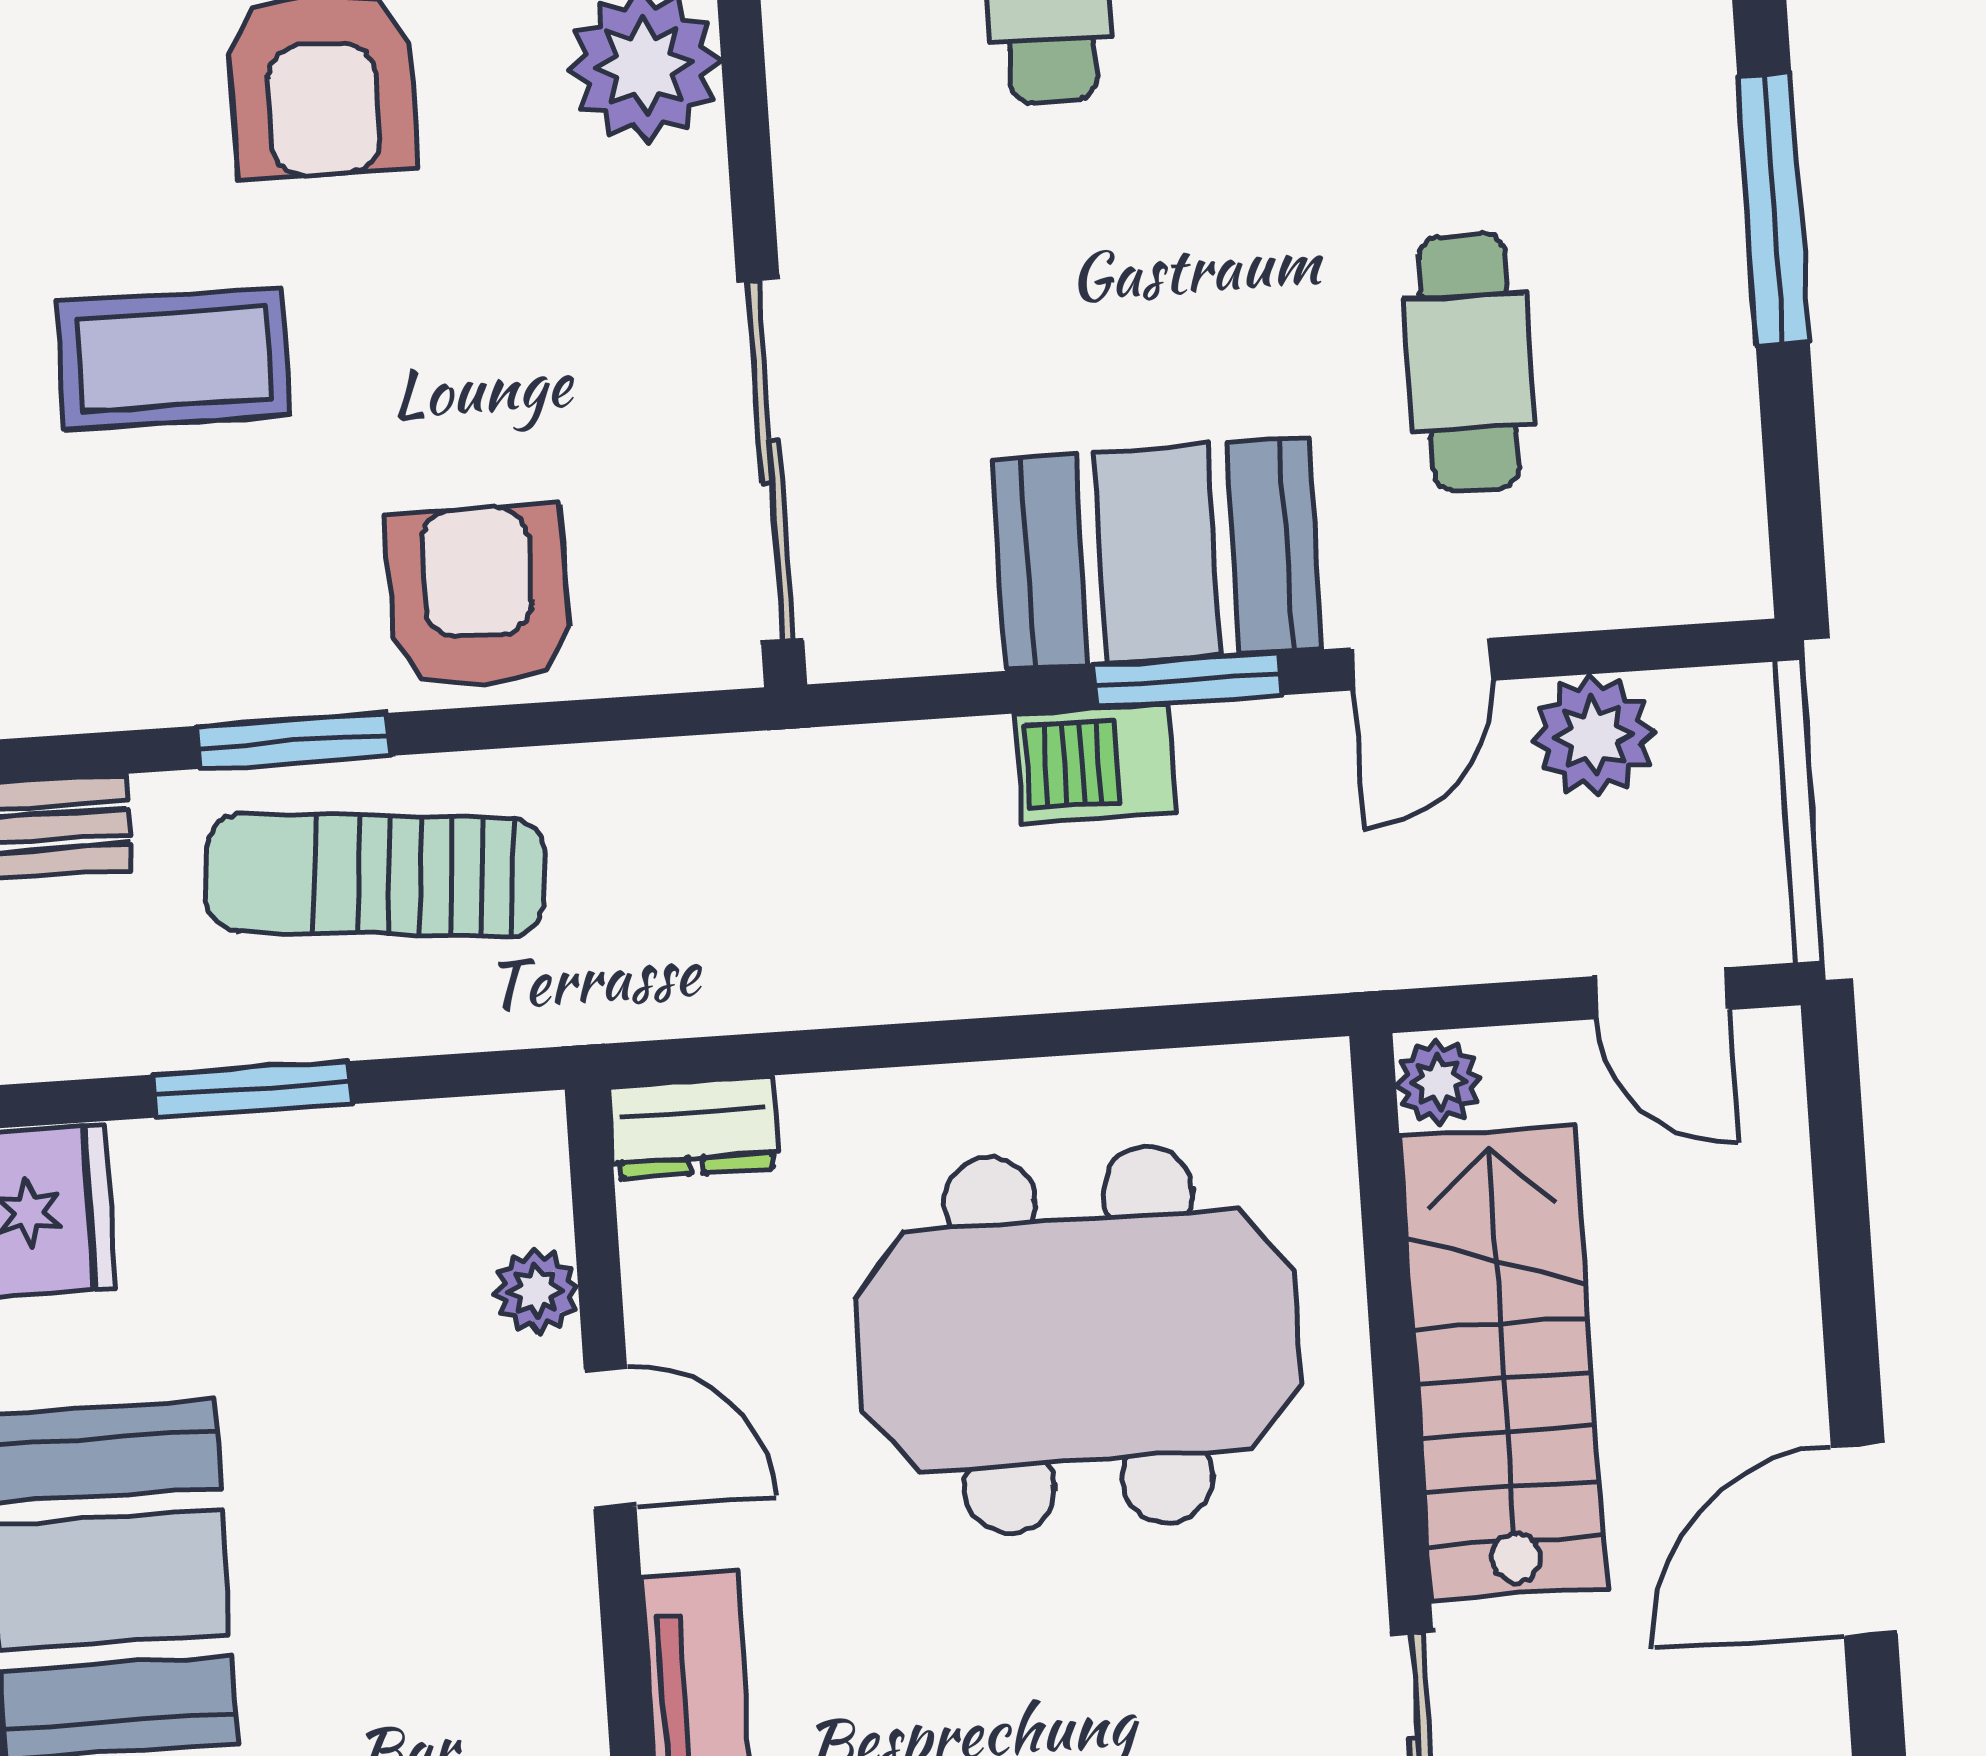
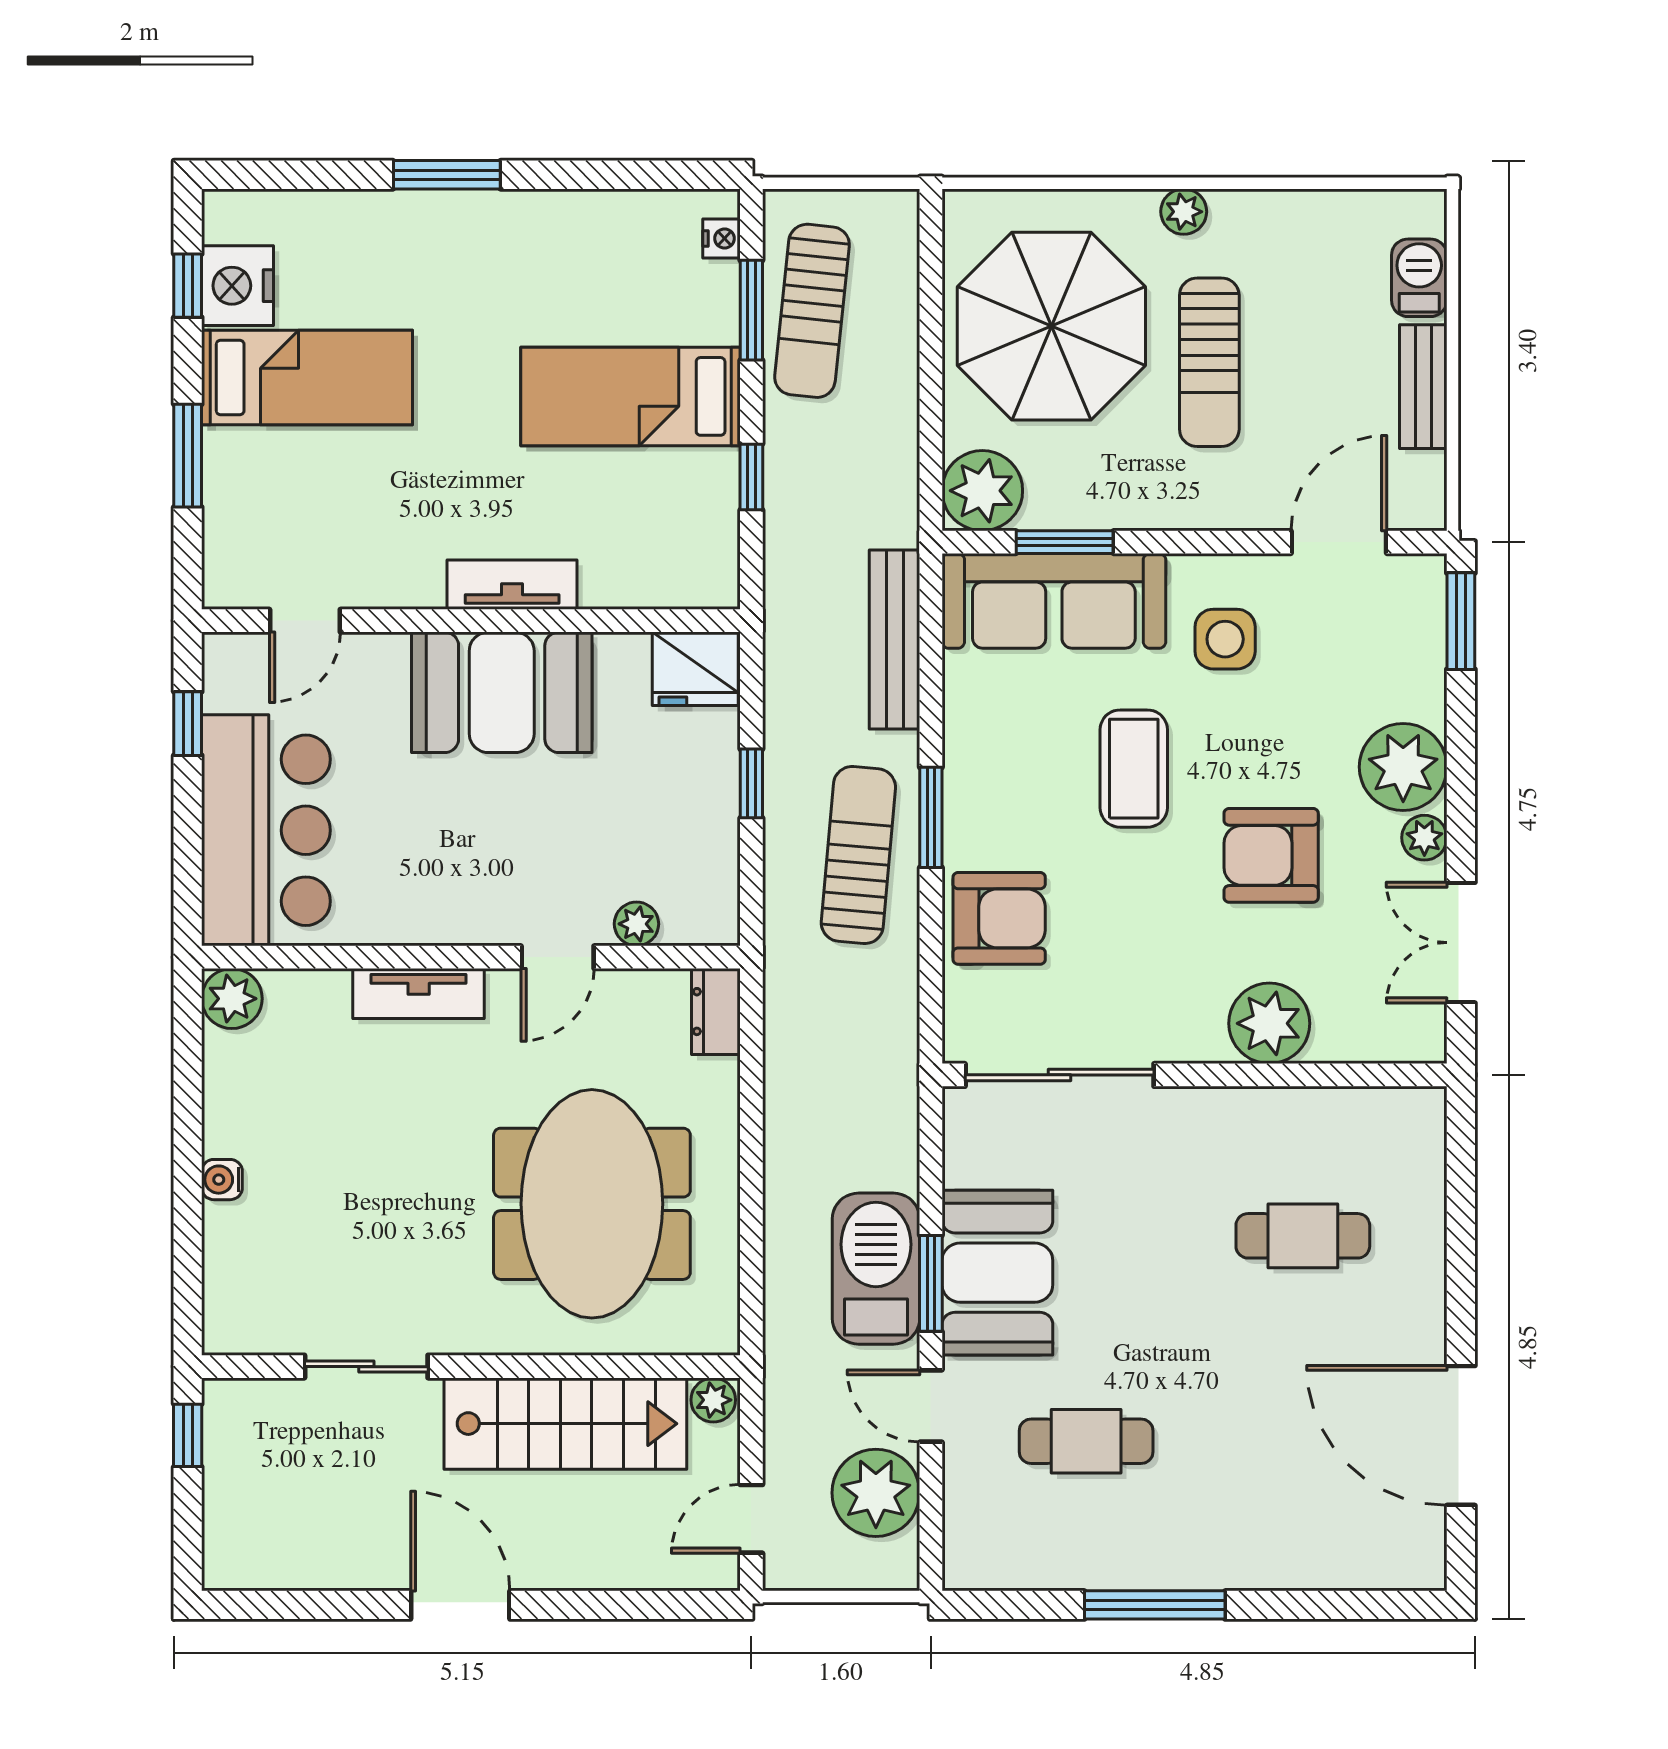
plant: (1594, 736) -> (876, 1493), width x1.36, depth x1.36
barbecue: (1096, 763) -> (876, 1269), width x1.88, depth x1.53
window: (252, 1089) -> (751, 783), width x0.67

